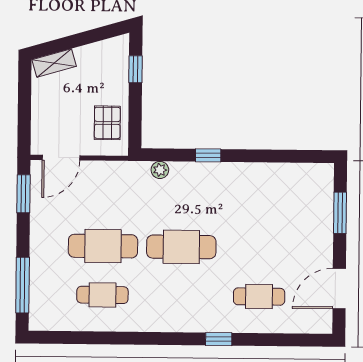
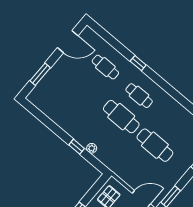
plant: (160, 170) -> (92, 148), moved
cafe table: (102, 295) -> (139, 96), moved

